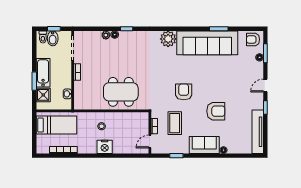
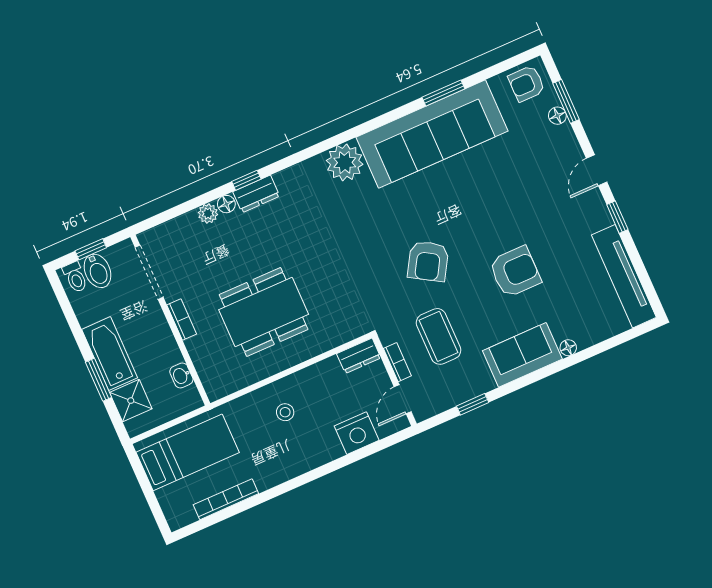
dresser: (128, 36) -> (256, 194), added
dining table: (121, 92) -> (264, 312), moved
armchair: (184, 92) -> (428, 261), turned -149
dresser: (140, 117) -> (359, 356), added
nightstand: (105, 147) -> (357, 433), moved

